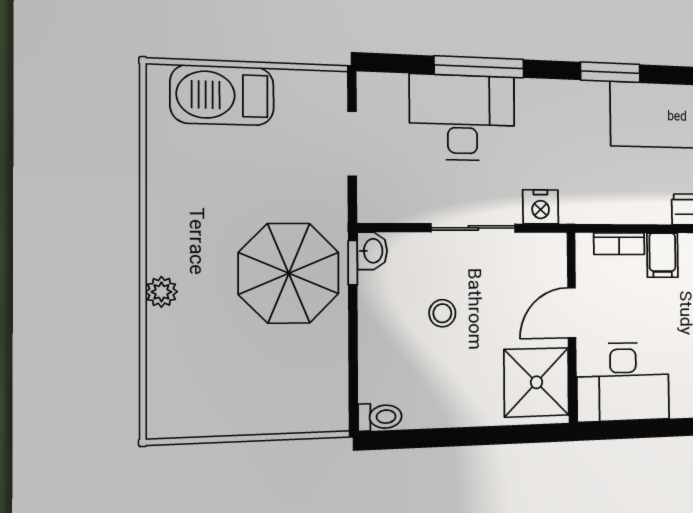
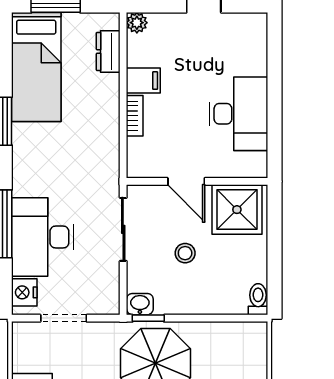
nightstand: (541, 207) -> (24, 292), moved, turned 180
door: (572, 313) -> (186, 181), moved
wall: (572, 327) -> (197, 181), moved
shower: (536, 382) -> (237, 210), moved

